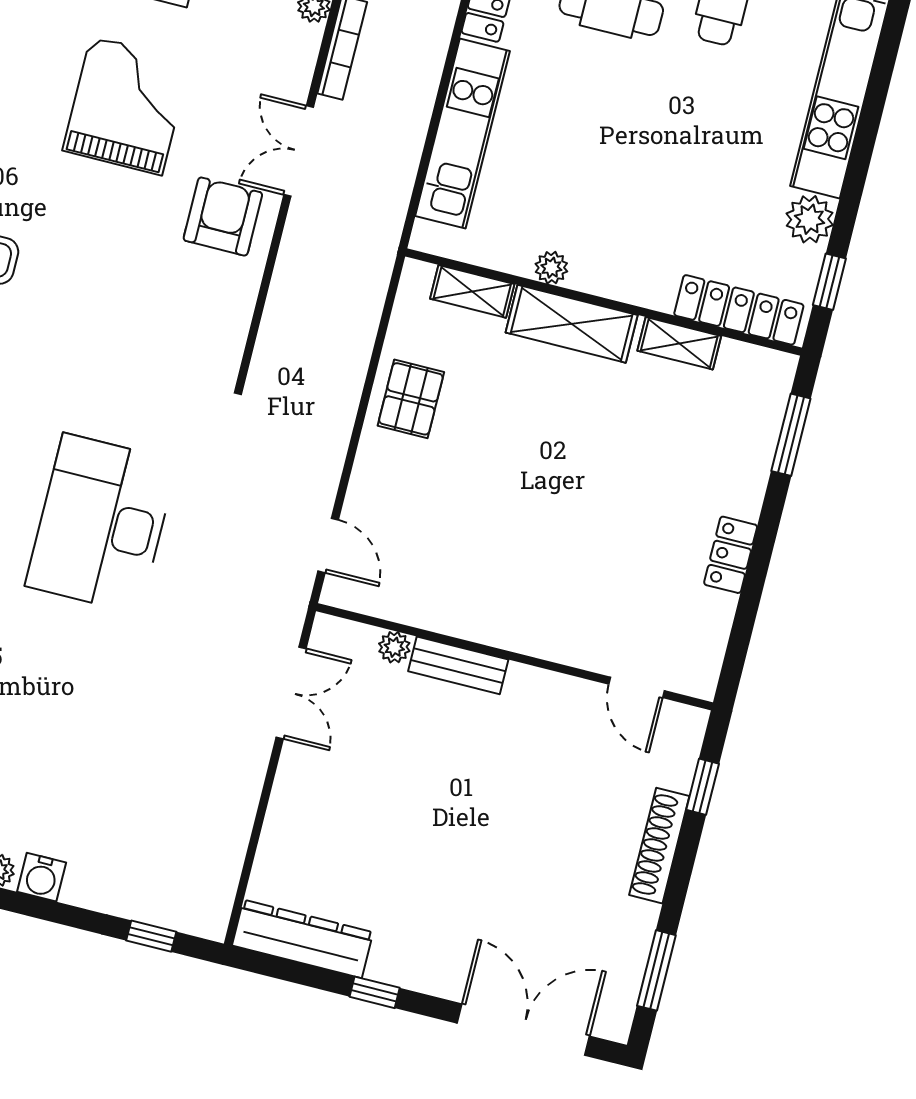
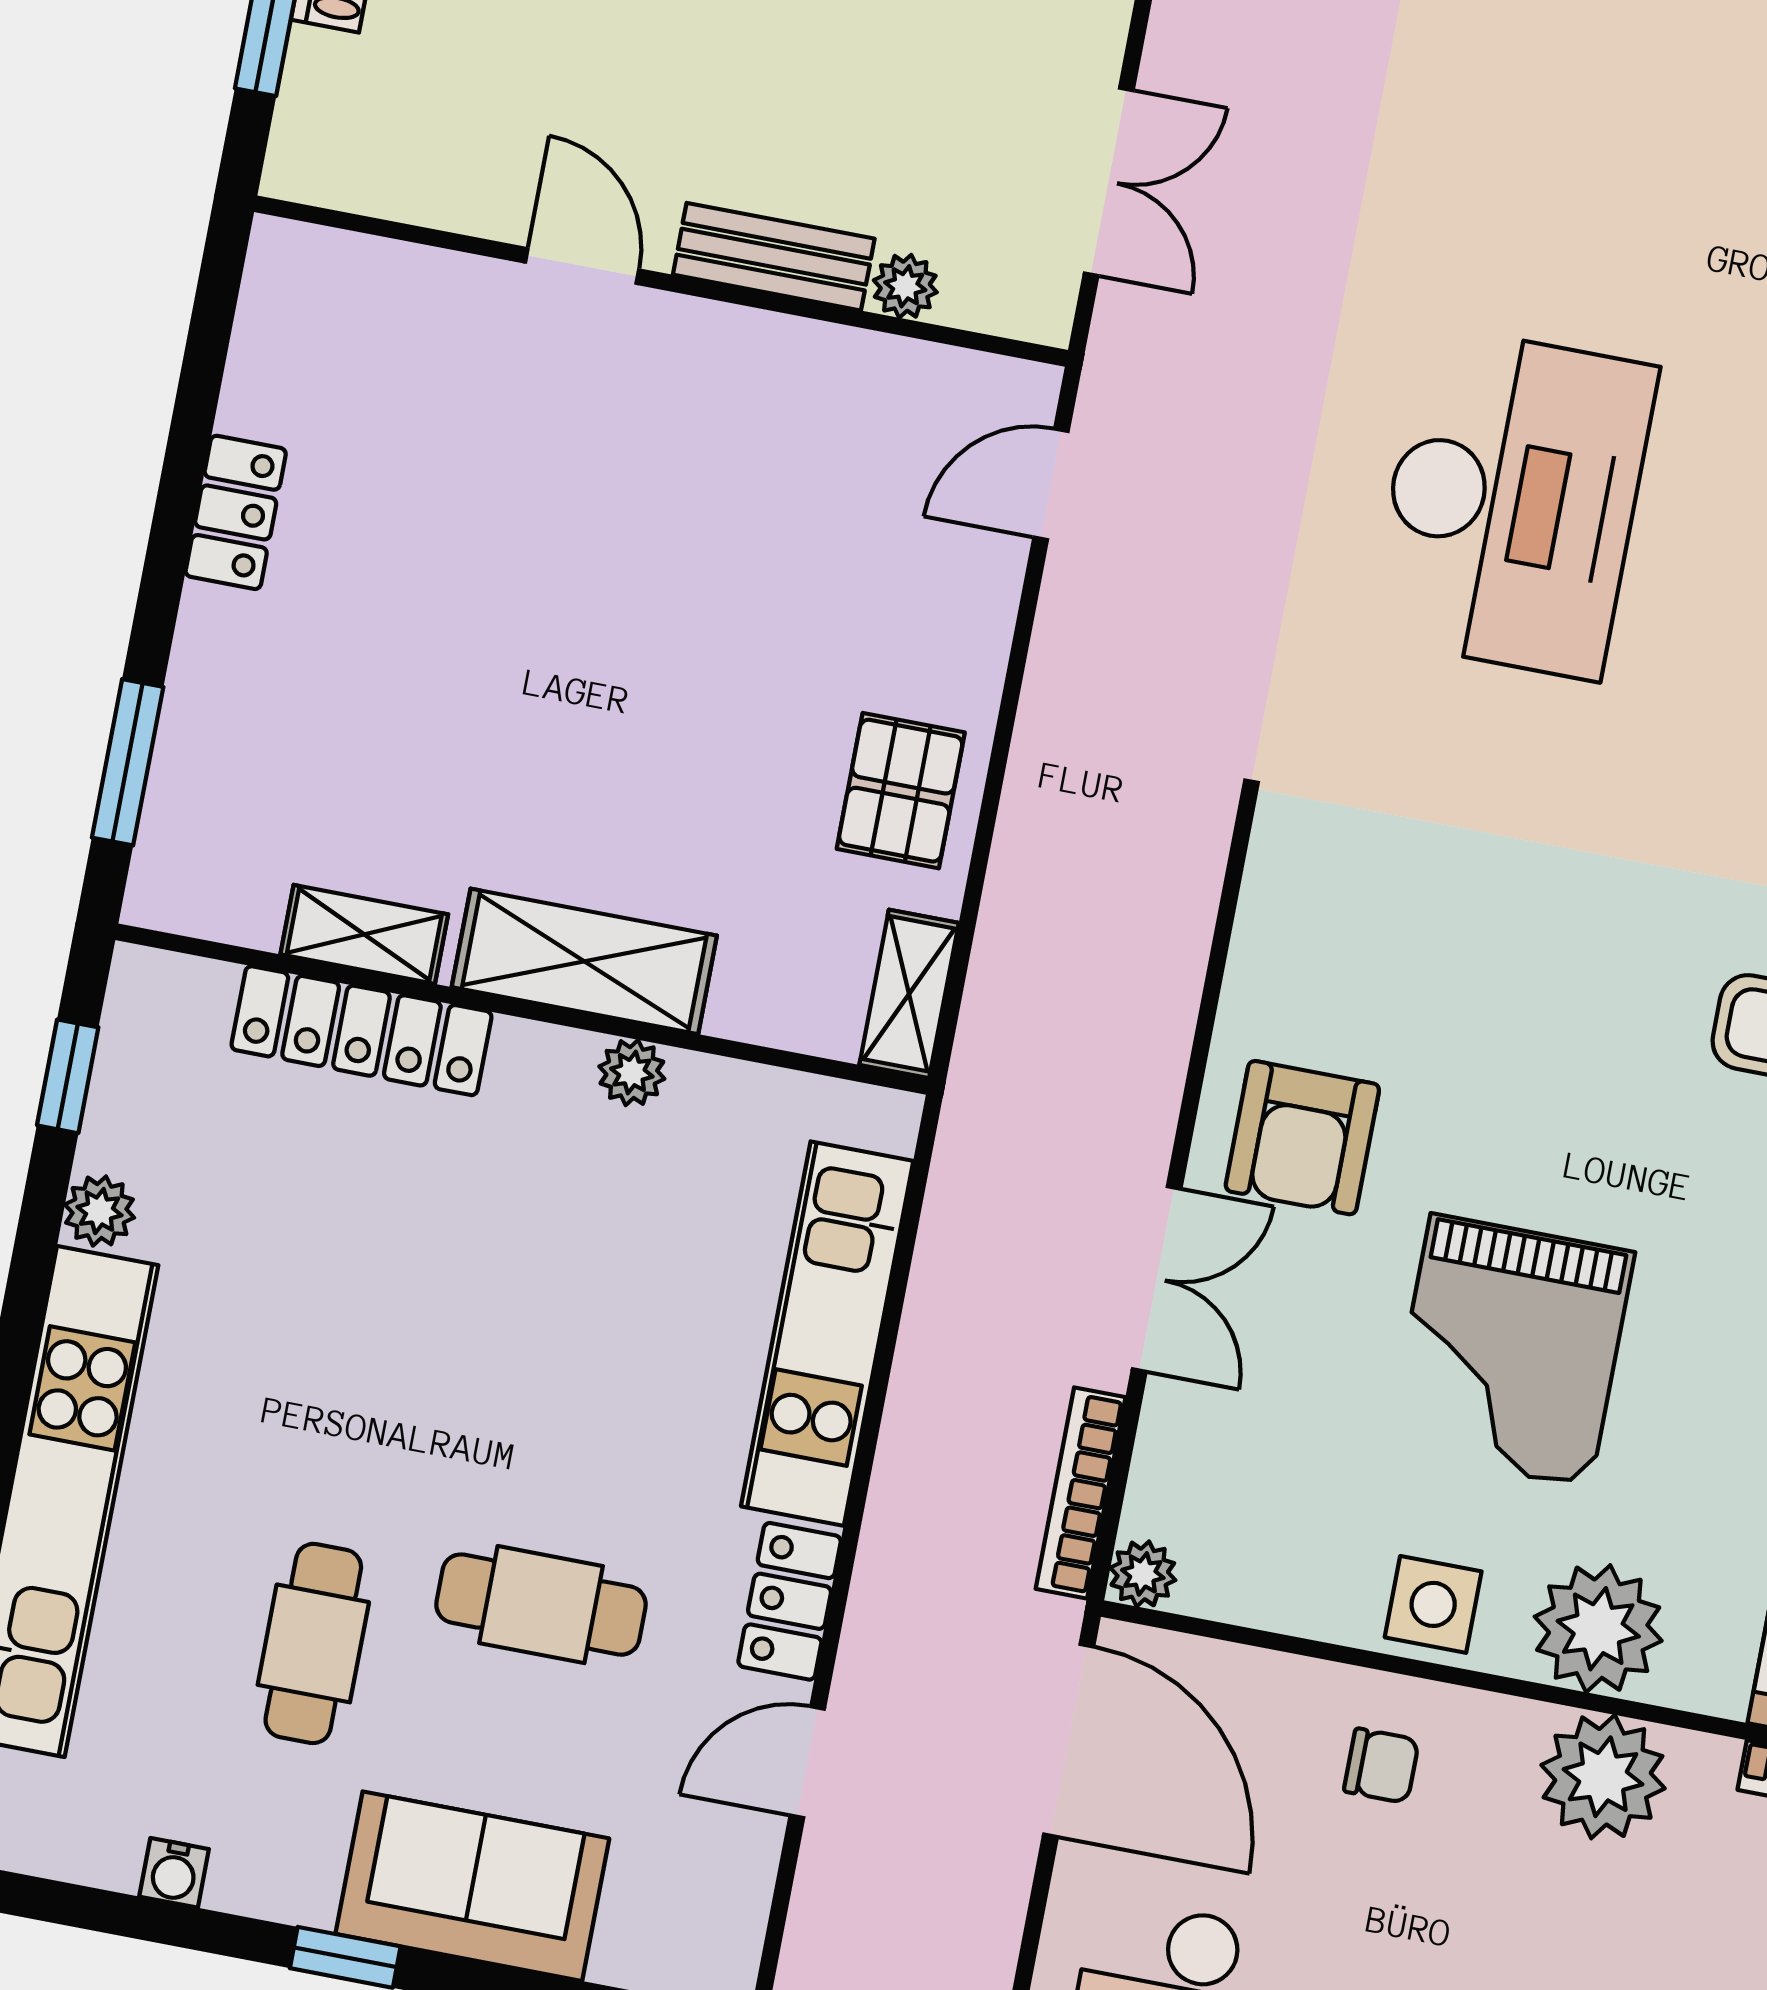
plant: (810, 219) -> (99, 1211), width x0.73, depth x0.73
shelving: (472, 291) -> (909, 994), moved, turned 90
locker: (739, 310) -> (361, 1031), moved
door: (328, 545) -> (1051, 484), hinge flipped
door: (637, 687) -> (582, 266), moved
double door: (291, 693) -> (1109, 182), swing flipped

